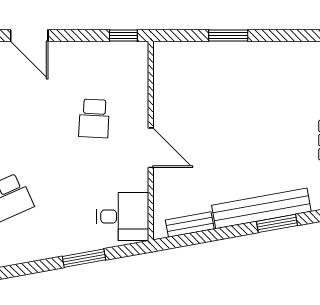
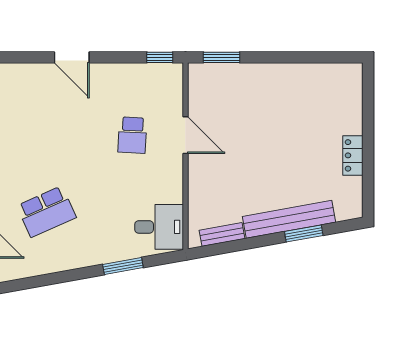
window: (228, 36) -> (221, 57), moved
door: (151, 148) -> (185, 135), moved

